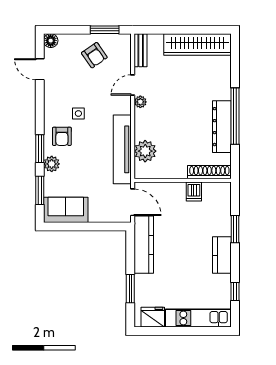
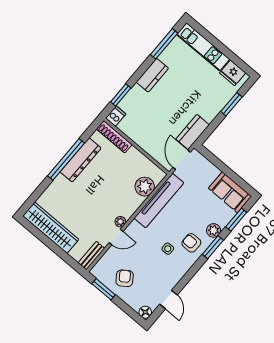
armchair: (62, 136) -> (191, 243), turned -90
dishwasher: (194, 192) -> (116, 116), moved
window: (235, 229) -> (121, 95), moved
kitchen counter: (144, 245) -> (193, 132), width x0.67
window: (235, 291) -> (164, 44), width x2.17

